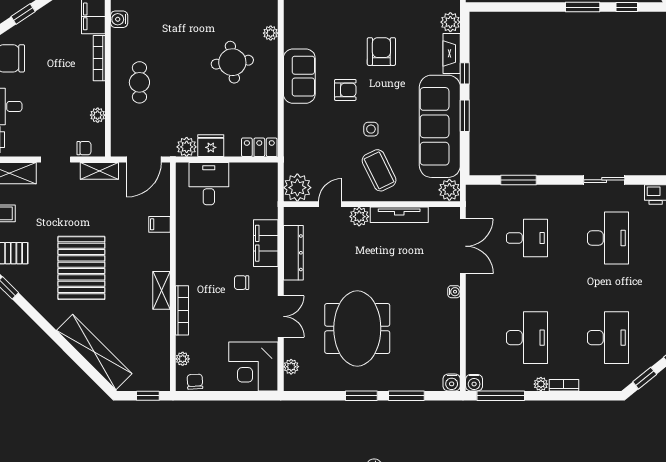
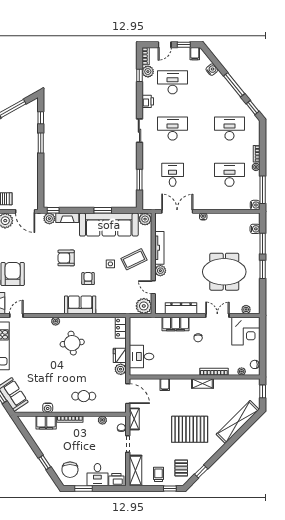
window: (465, 73) -> (53, 210), moved
water cooler: (452, 383) -> (255, 229), moved

